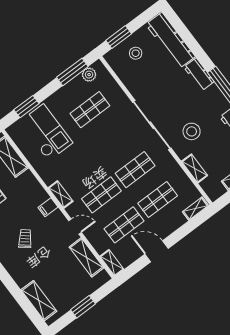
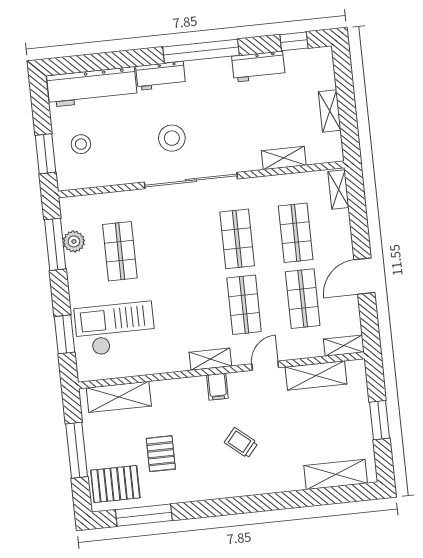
plant: (89, 75) -> (74, 241), moved
stool: (192, 131) -> (172, 138), moved

